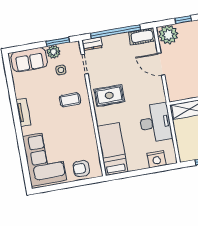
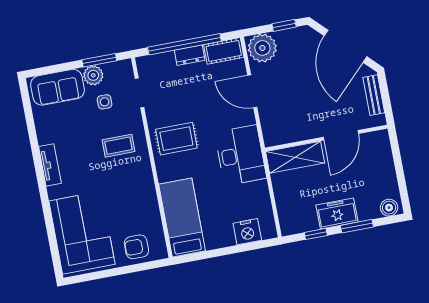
dresser: (92, 44) -> (190, 55), moved
desk: (155, 123) -> (241, 155), moved

